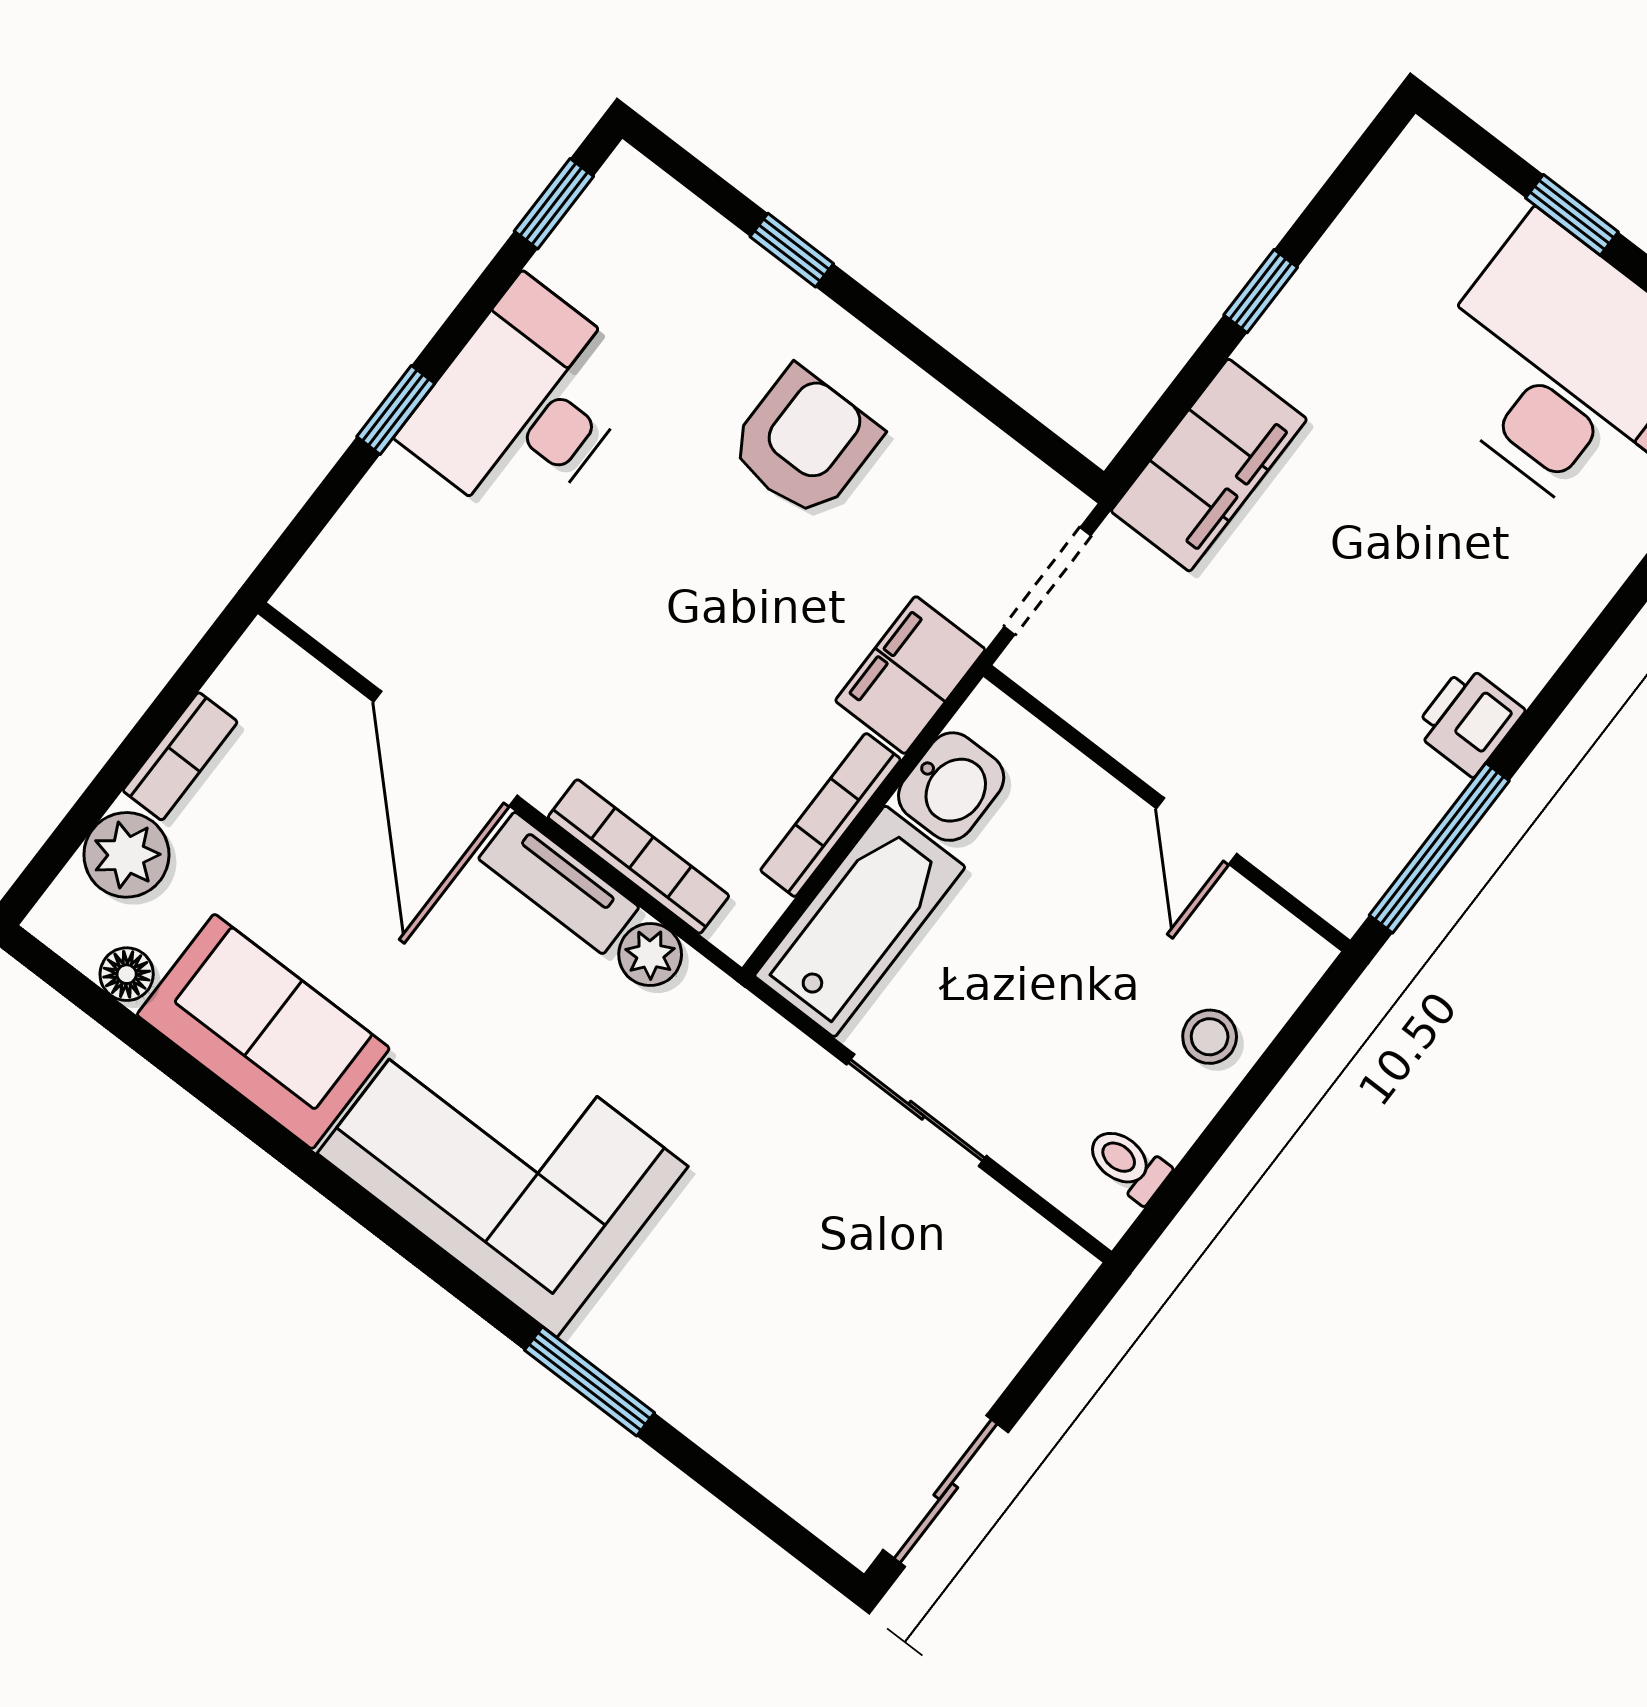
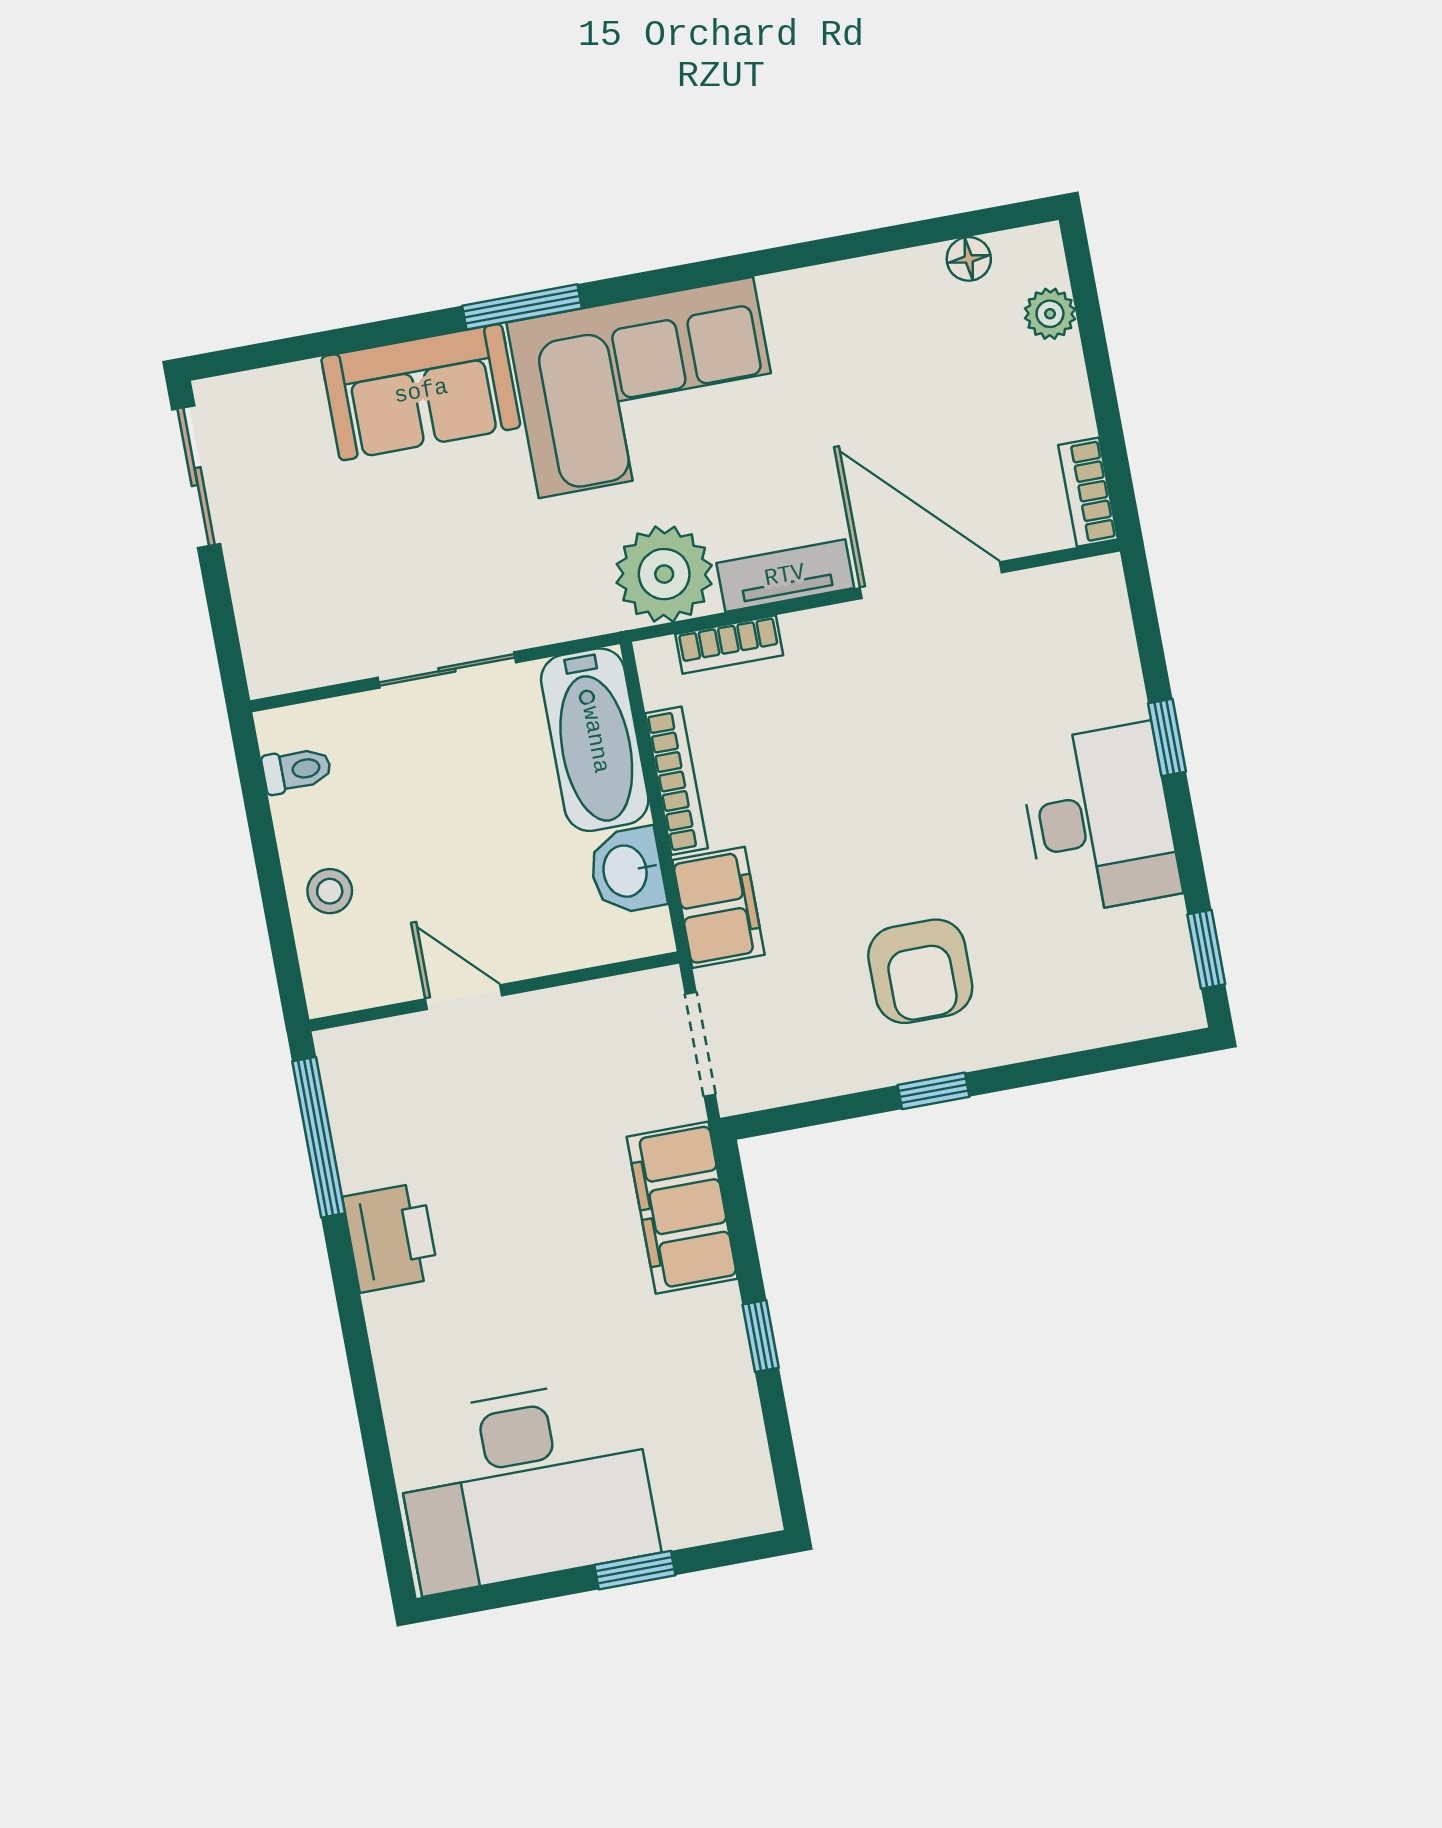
window: (792, 250) -> (933, 1091), moved
printer: (1469, 721) -> (391, 1237), width x1.36, depth x1.24
bookcase: (180, 756) -> (1088, 492), moved
plant: (126, 855) -> (1050, 314), width x0.73, depth x0.73
bookcase: (638, 857) -> (729, 645), width x0.64
plant: (650, 955) -> (664, 574), width x1.87, depth x1.87
sofa: (263, 1032) -> (421, 392), moved
window: (590, 1381) -> (522, 307), moved

